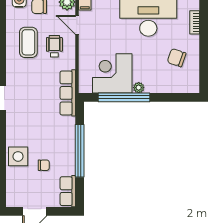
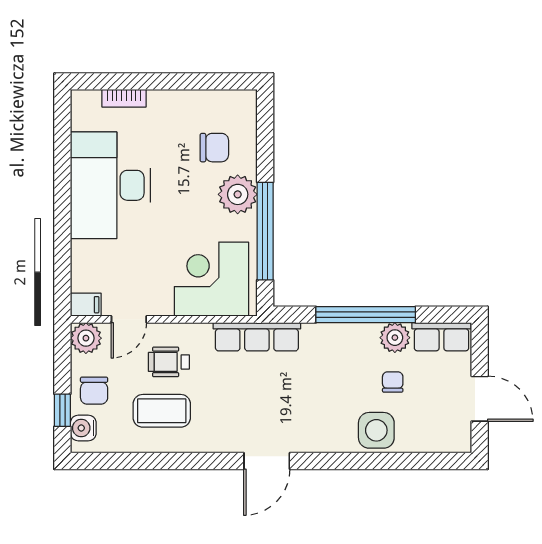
chair: (177, 58) -> (214, 148), moved, turned -109
corner desk: (112, 73) -> (211, 279), moved, turned 90
plant: (139, 88) -> (238, 194), width x1.87, depth x1.87
plant: (67, 166) -> (395, 338), added

